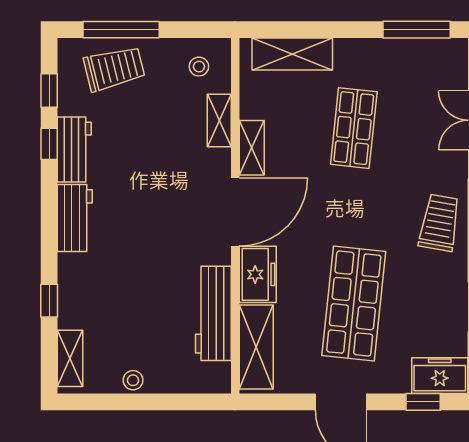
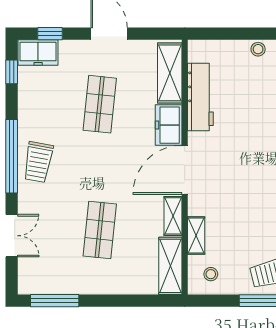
shelving: (292, 54) -> (170, 266), moved, turned 90
shop shelf: (354, 304) -> (100, 104), width x0.70, depth x0.74

